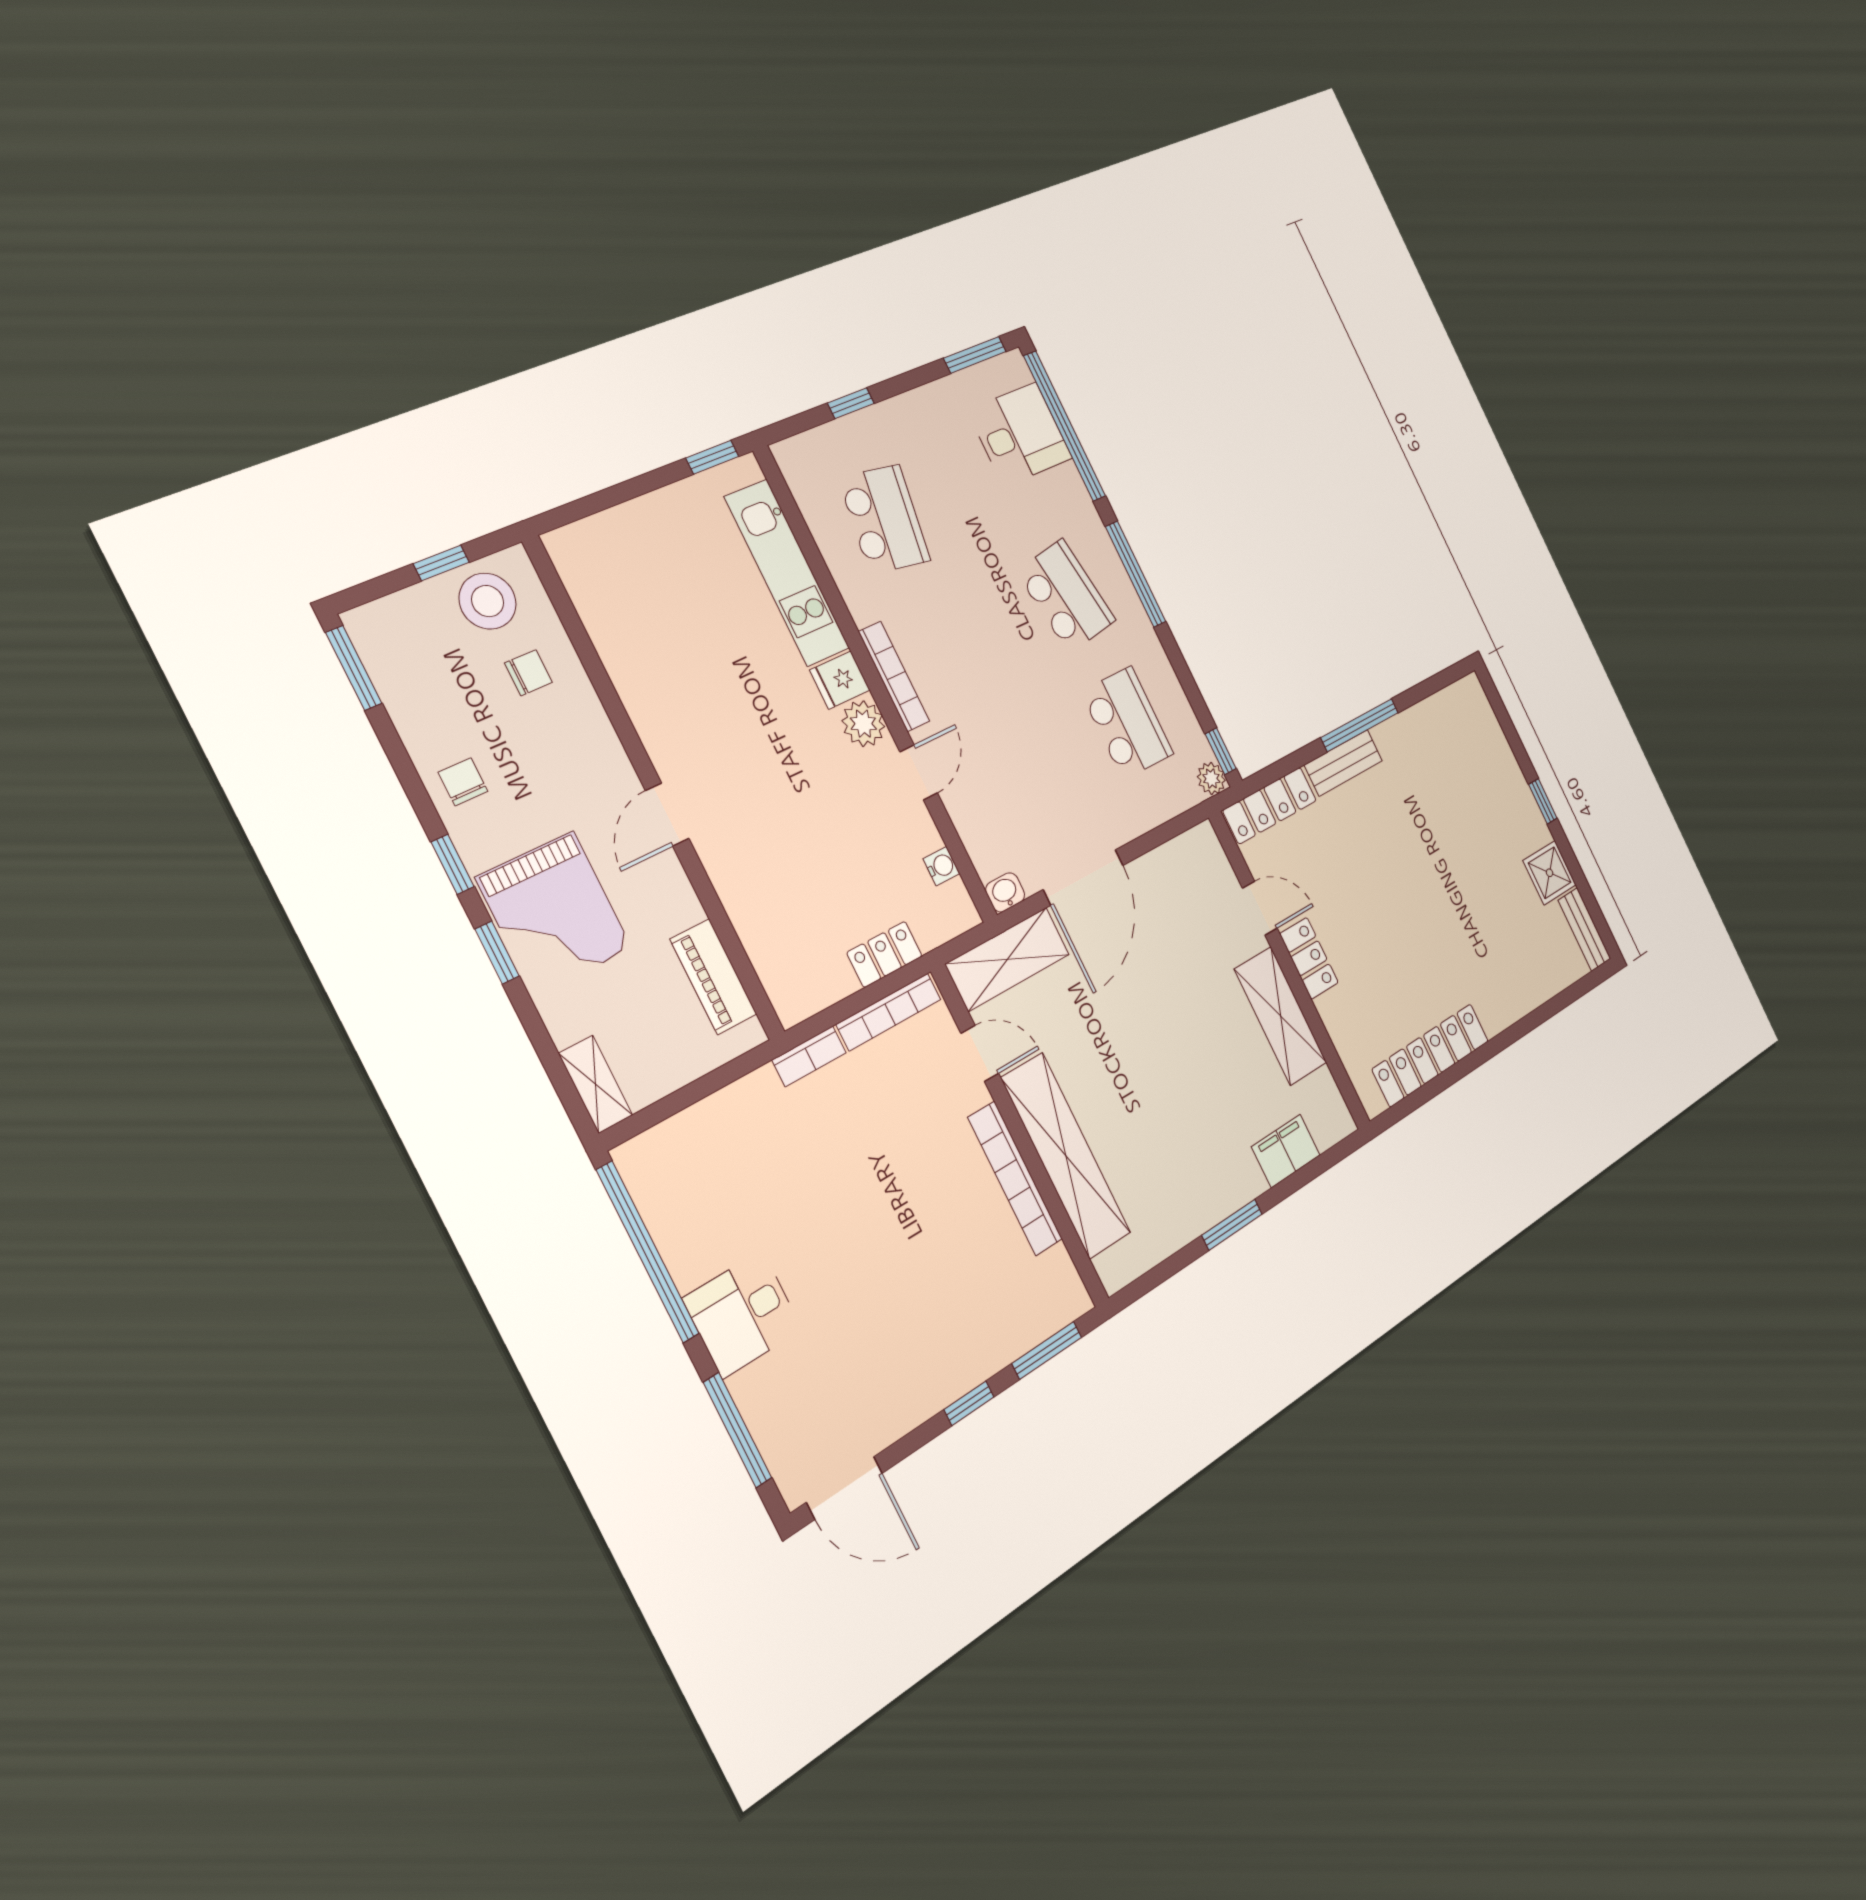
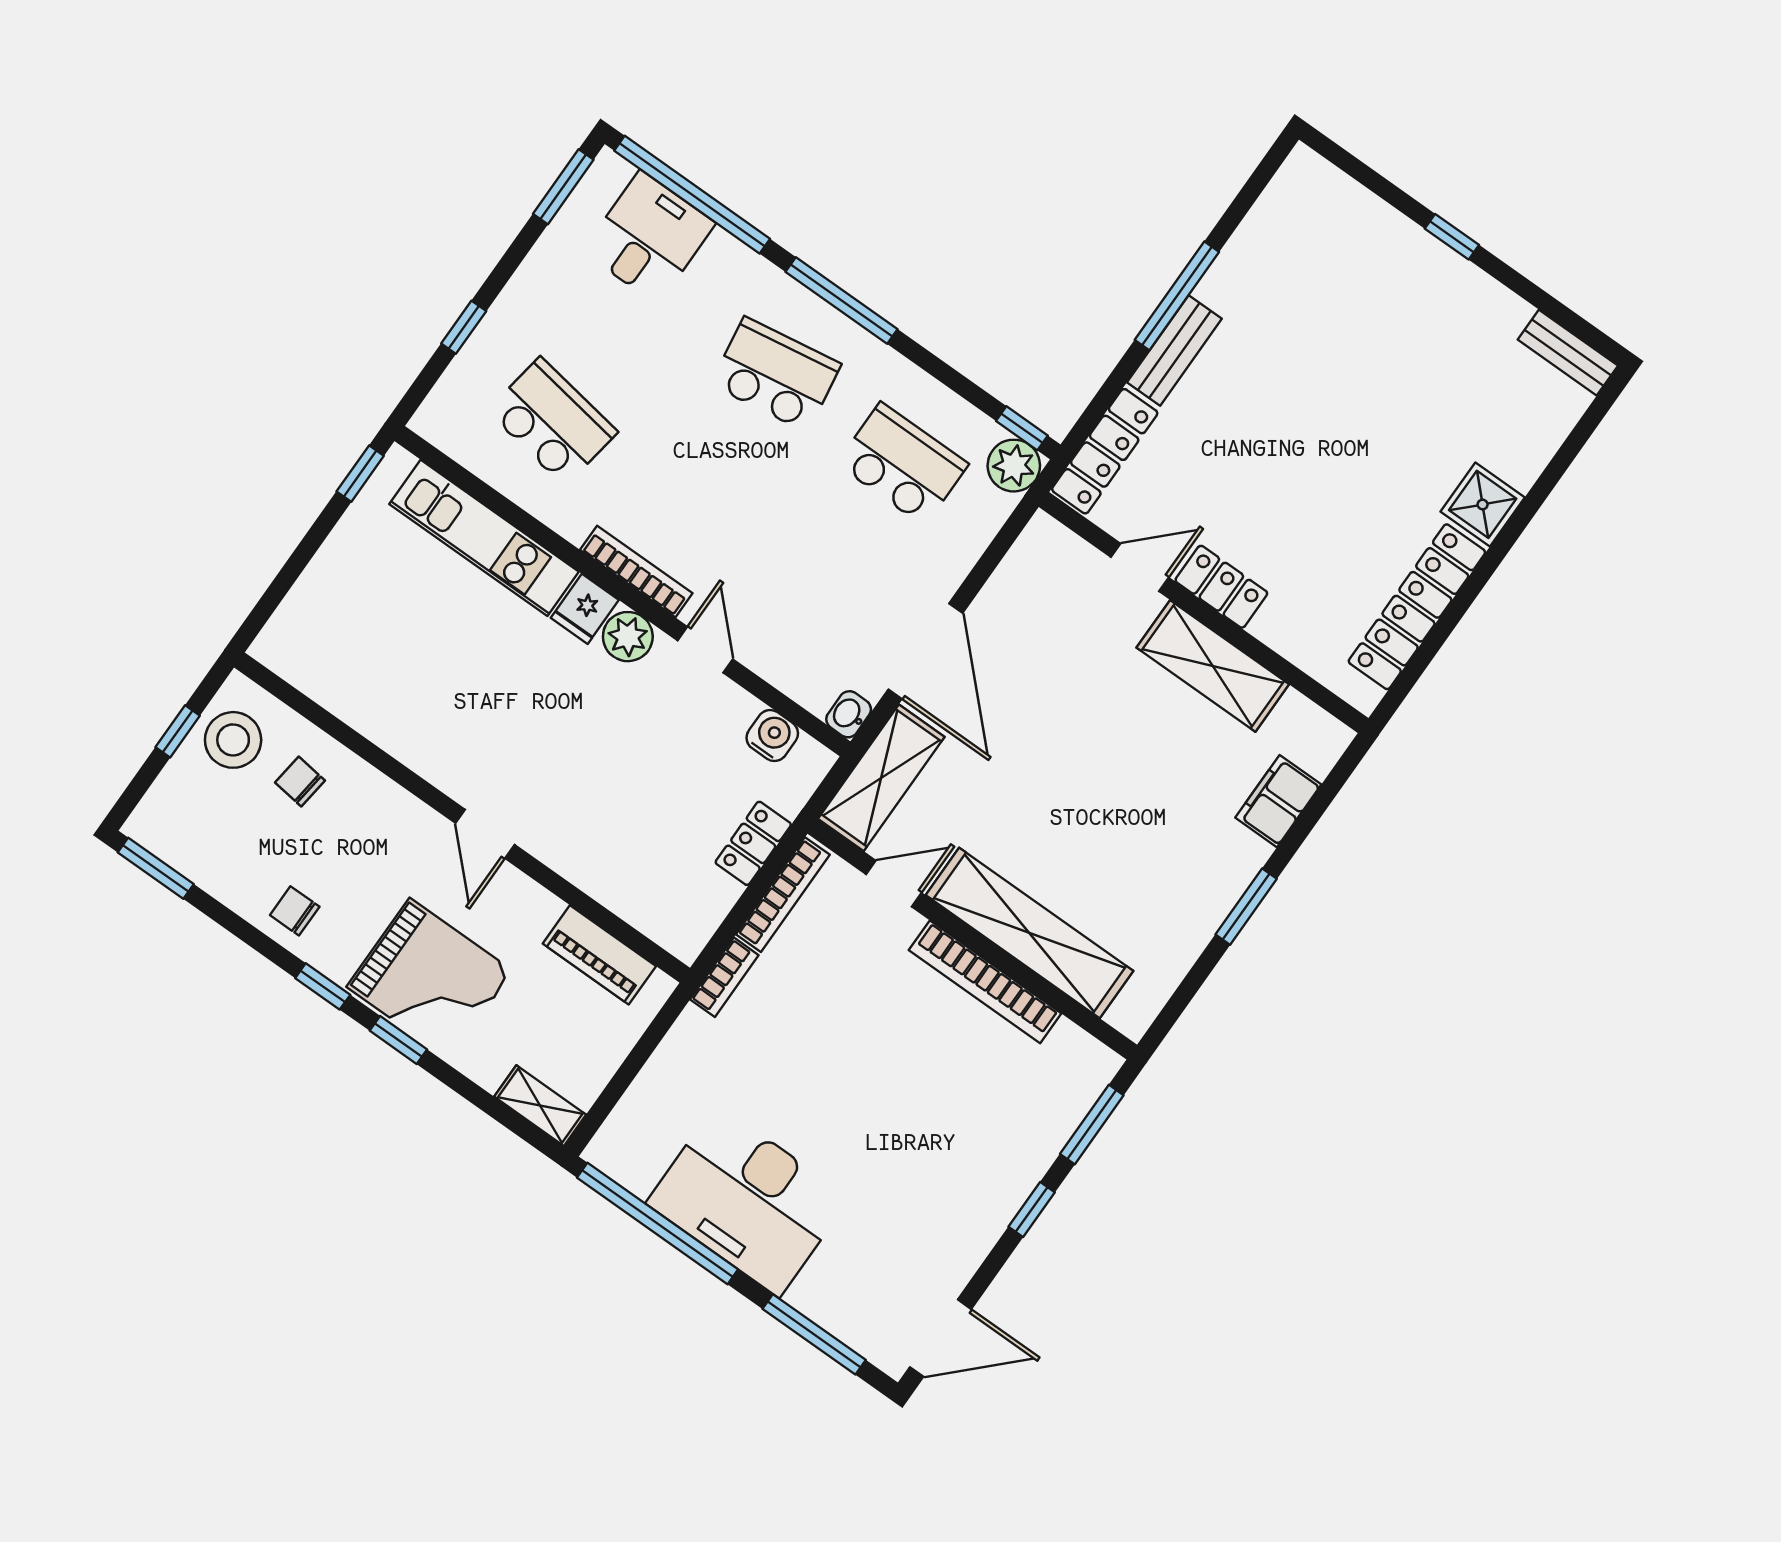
chair: (528, 673) -> (300, 782), turned -83
plant: (1211, 778) -> (1014, 466), width x1.38, depth x1.38
water cooler: (941, 866) -> (772, 736), width x1.38, depth x1.38
shower: (1550, 873) -> (1483, 504), moved
desk: (743, 1314) -> (748, 1201), width x1.87, depth x1.30

